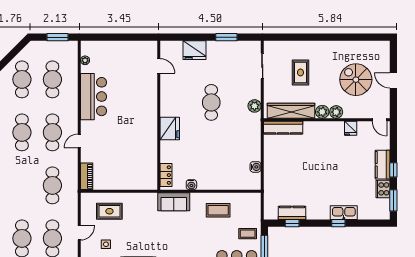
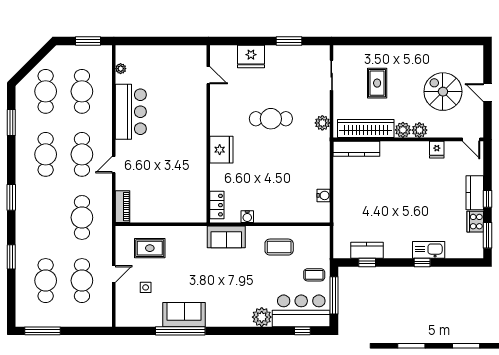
cafe table: (211, 102) -> (271, 119), turned 90

